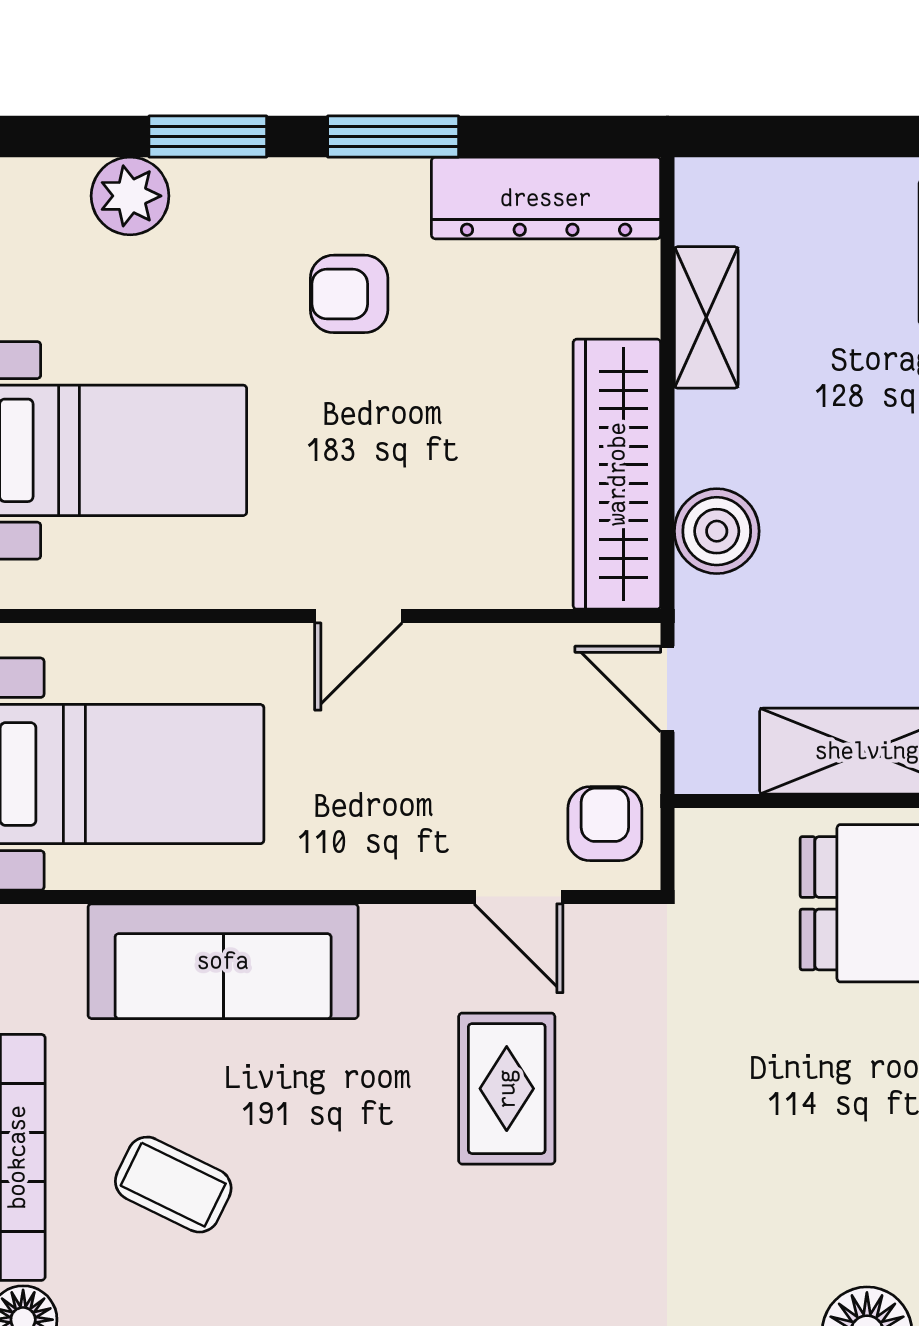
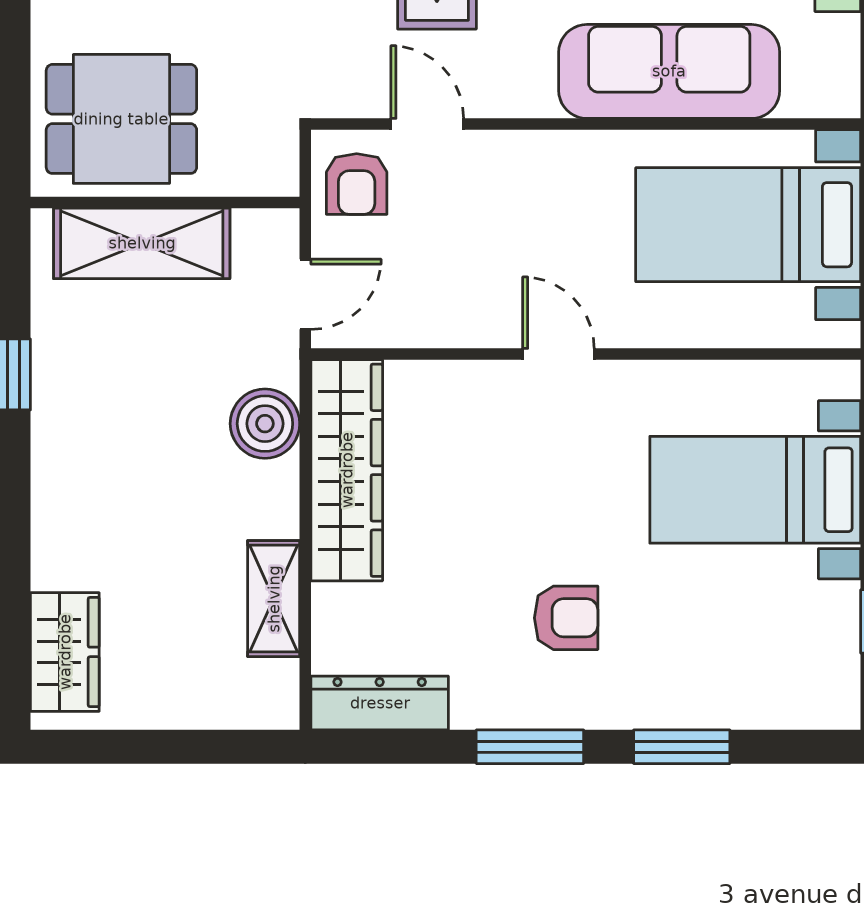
plant: (130, 196) -> (745, 698), removed
dresser: (546, 198) -> (380, 703), width x0.73, depth x0.80
door: (358, 616) -> (558, 354), hinge flipped
door: (667, 689) -> (305, 294), hinge flipped

